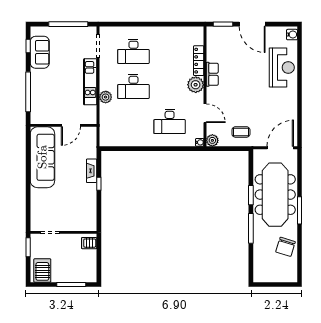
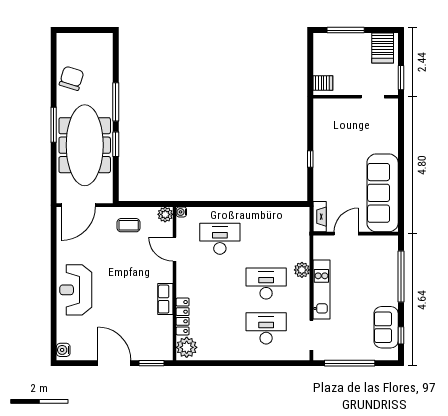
reception desk: (282, 67) -> (76, 290), moved
plant: (196, 85) -> (187, 347), moved
fireplace: (92, 171) -> (320, 217), moved

